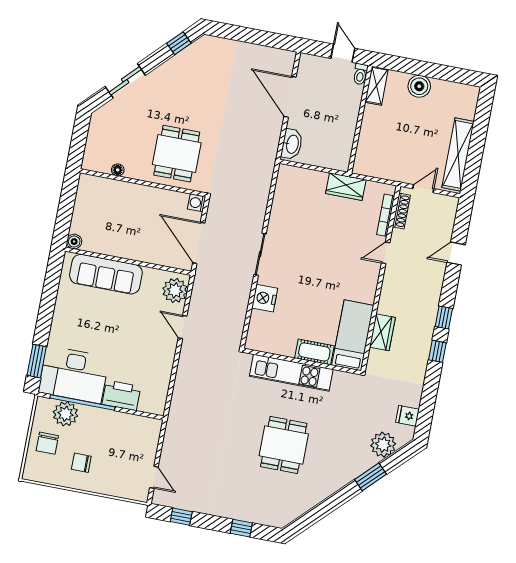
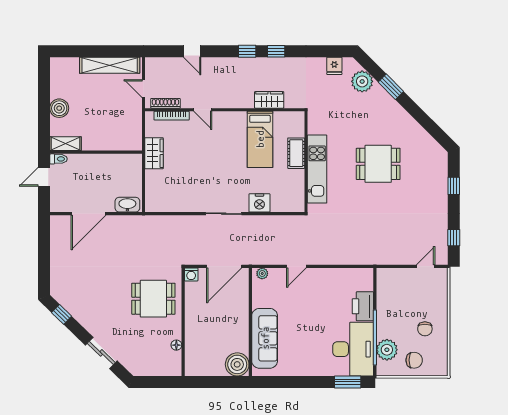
boiler: (74, 242) -> (237, 364), width x1.86, depth x1.86
plant: (175, 290) -> (262, 273), width x0.53, depth x0.53
bed: (353, 335) -> (260, 139), moved, turned -90

